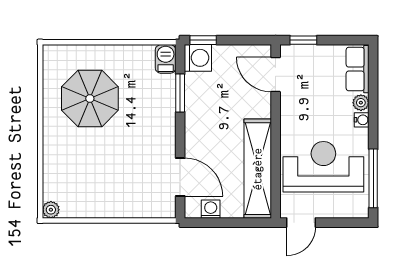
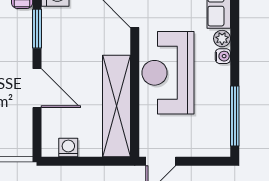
reception desk: (323, 167) -> (168, 73), moved, turned -90
door: (180, 177) -> (37, 88), moved

